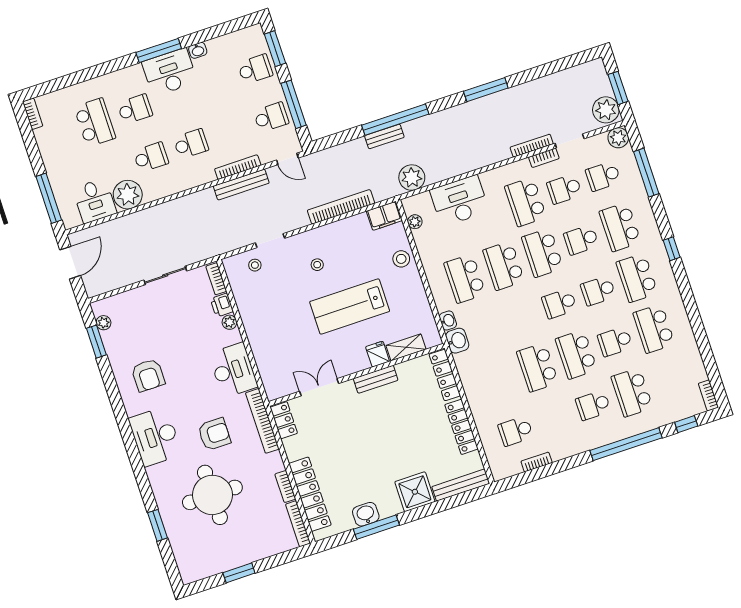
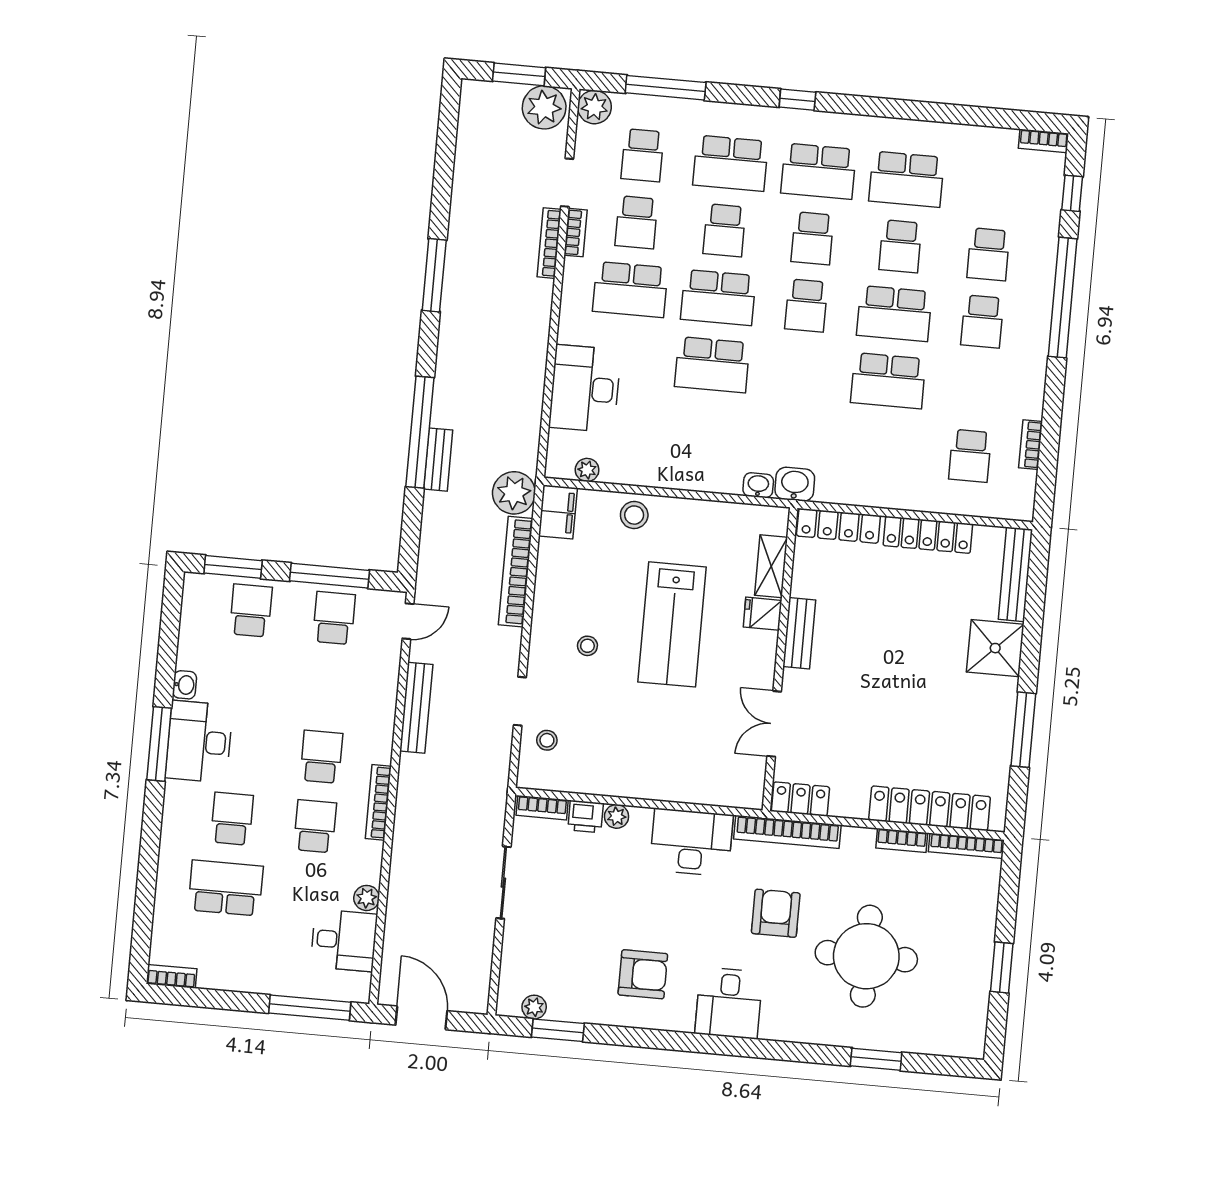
bookcase: (238, 167) -> (378, 802), moved
plant: (412, 178) -> (514, 493), moved
plant: (128, 195) -> (367, 898), width x0.53, depth x0.53
school desk: (465, 279) -> (706, 432), removed
school desk: (632, 392) -> (988, 254), width x0.54
desk: (155, 437) -> (729, 1003), width x0.73
washbasin: (366, 514) -> (997, 737), removed

